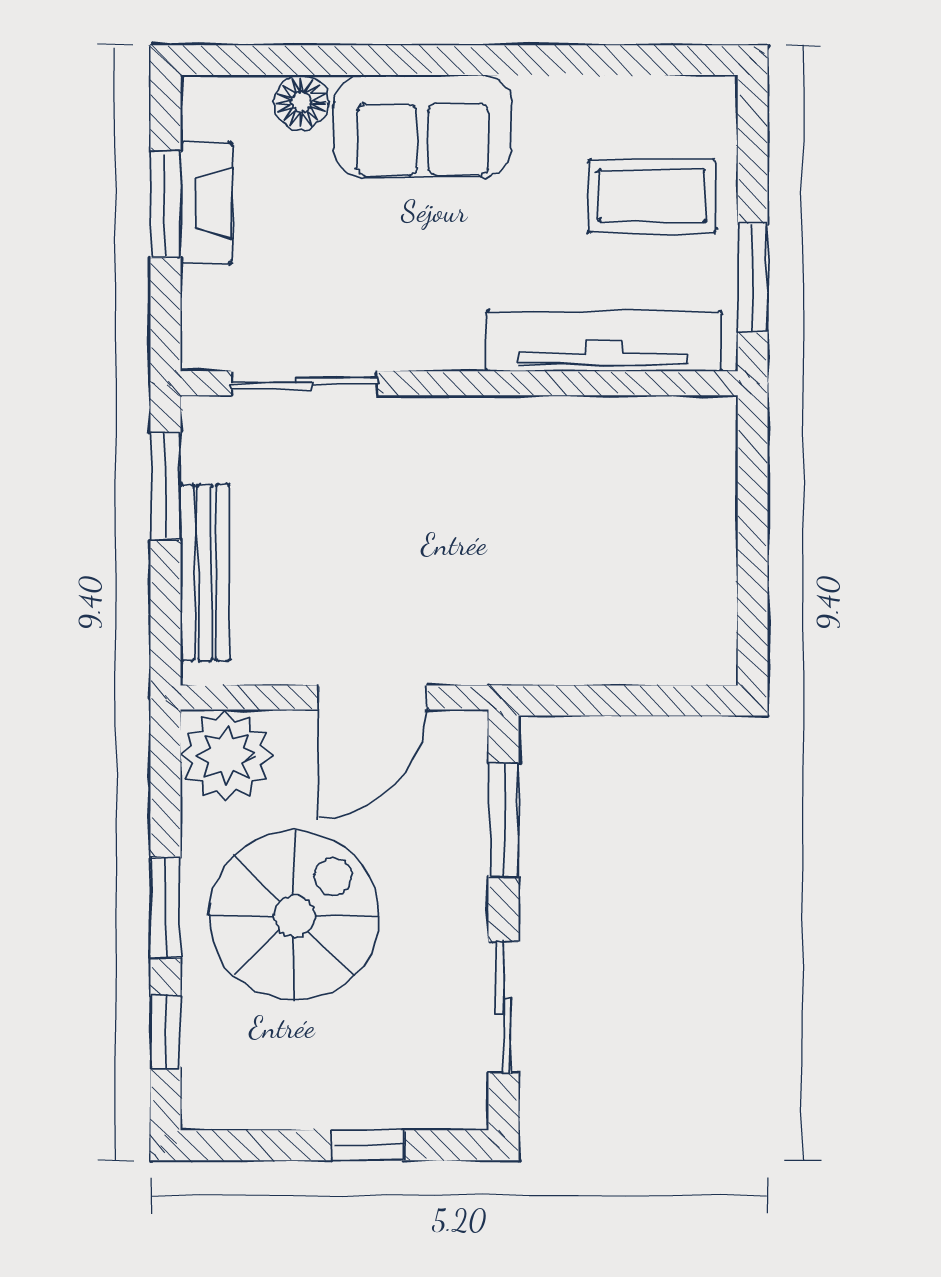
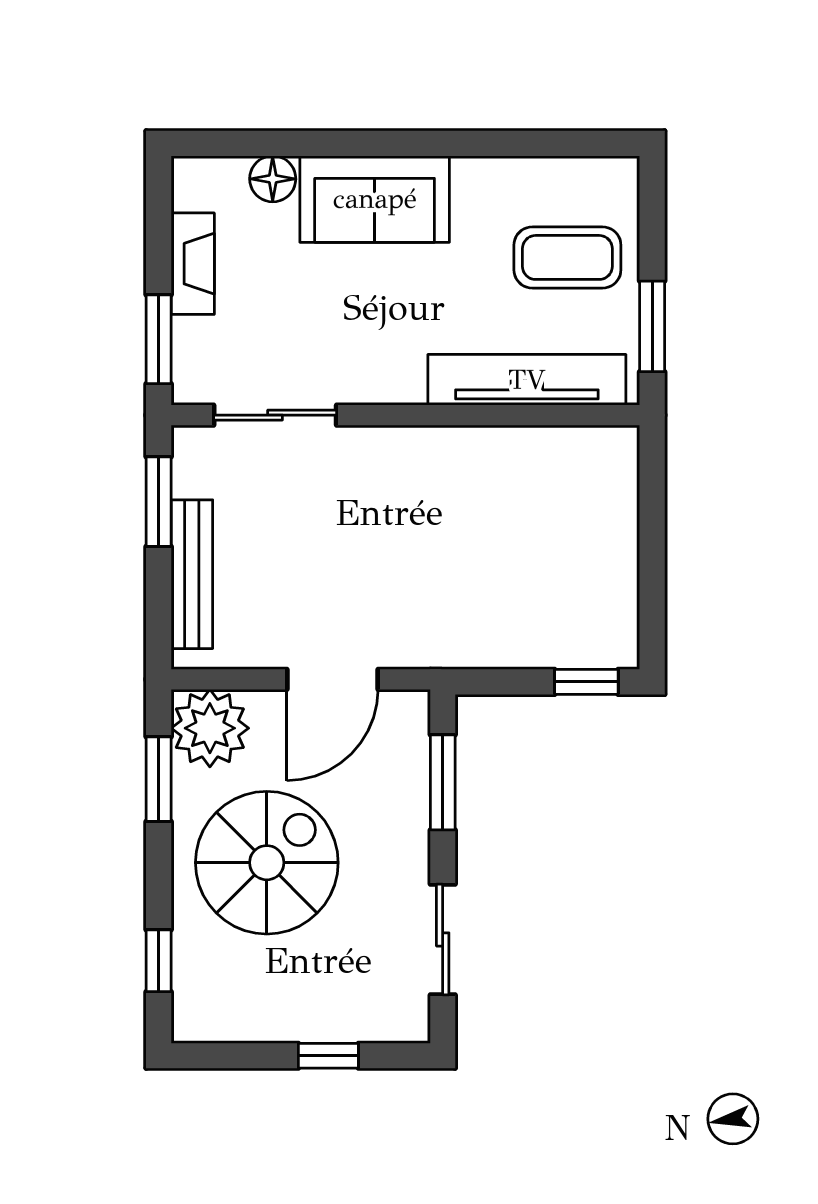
window: (166, 205) -> (159, 339), moved
window: (674, 701) -> (586, 682), added
window: (166, 907) -> (159, 779), moved

